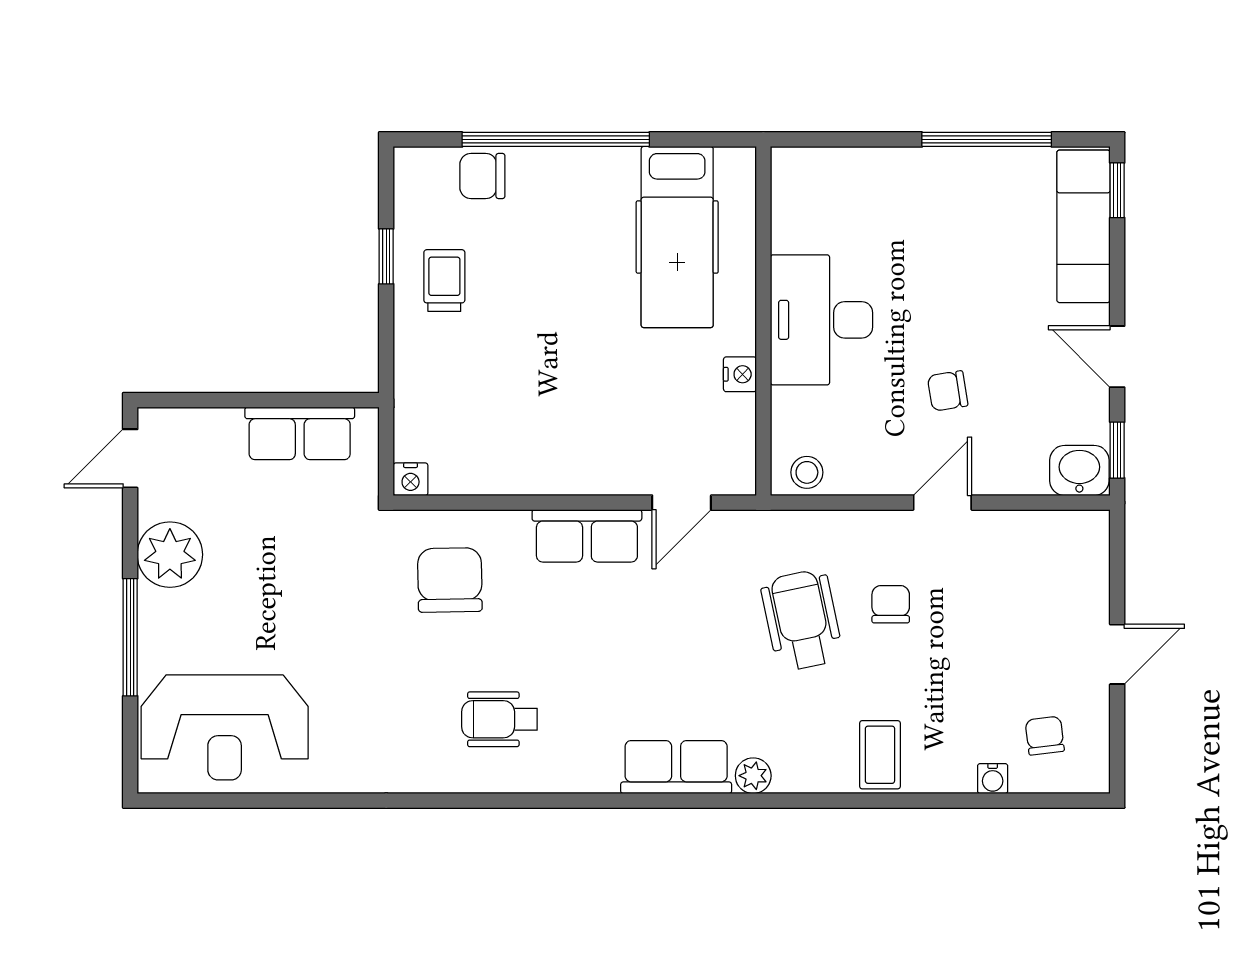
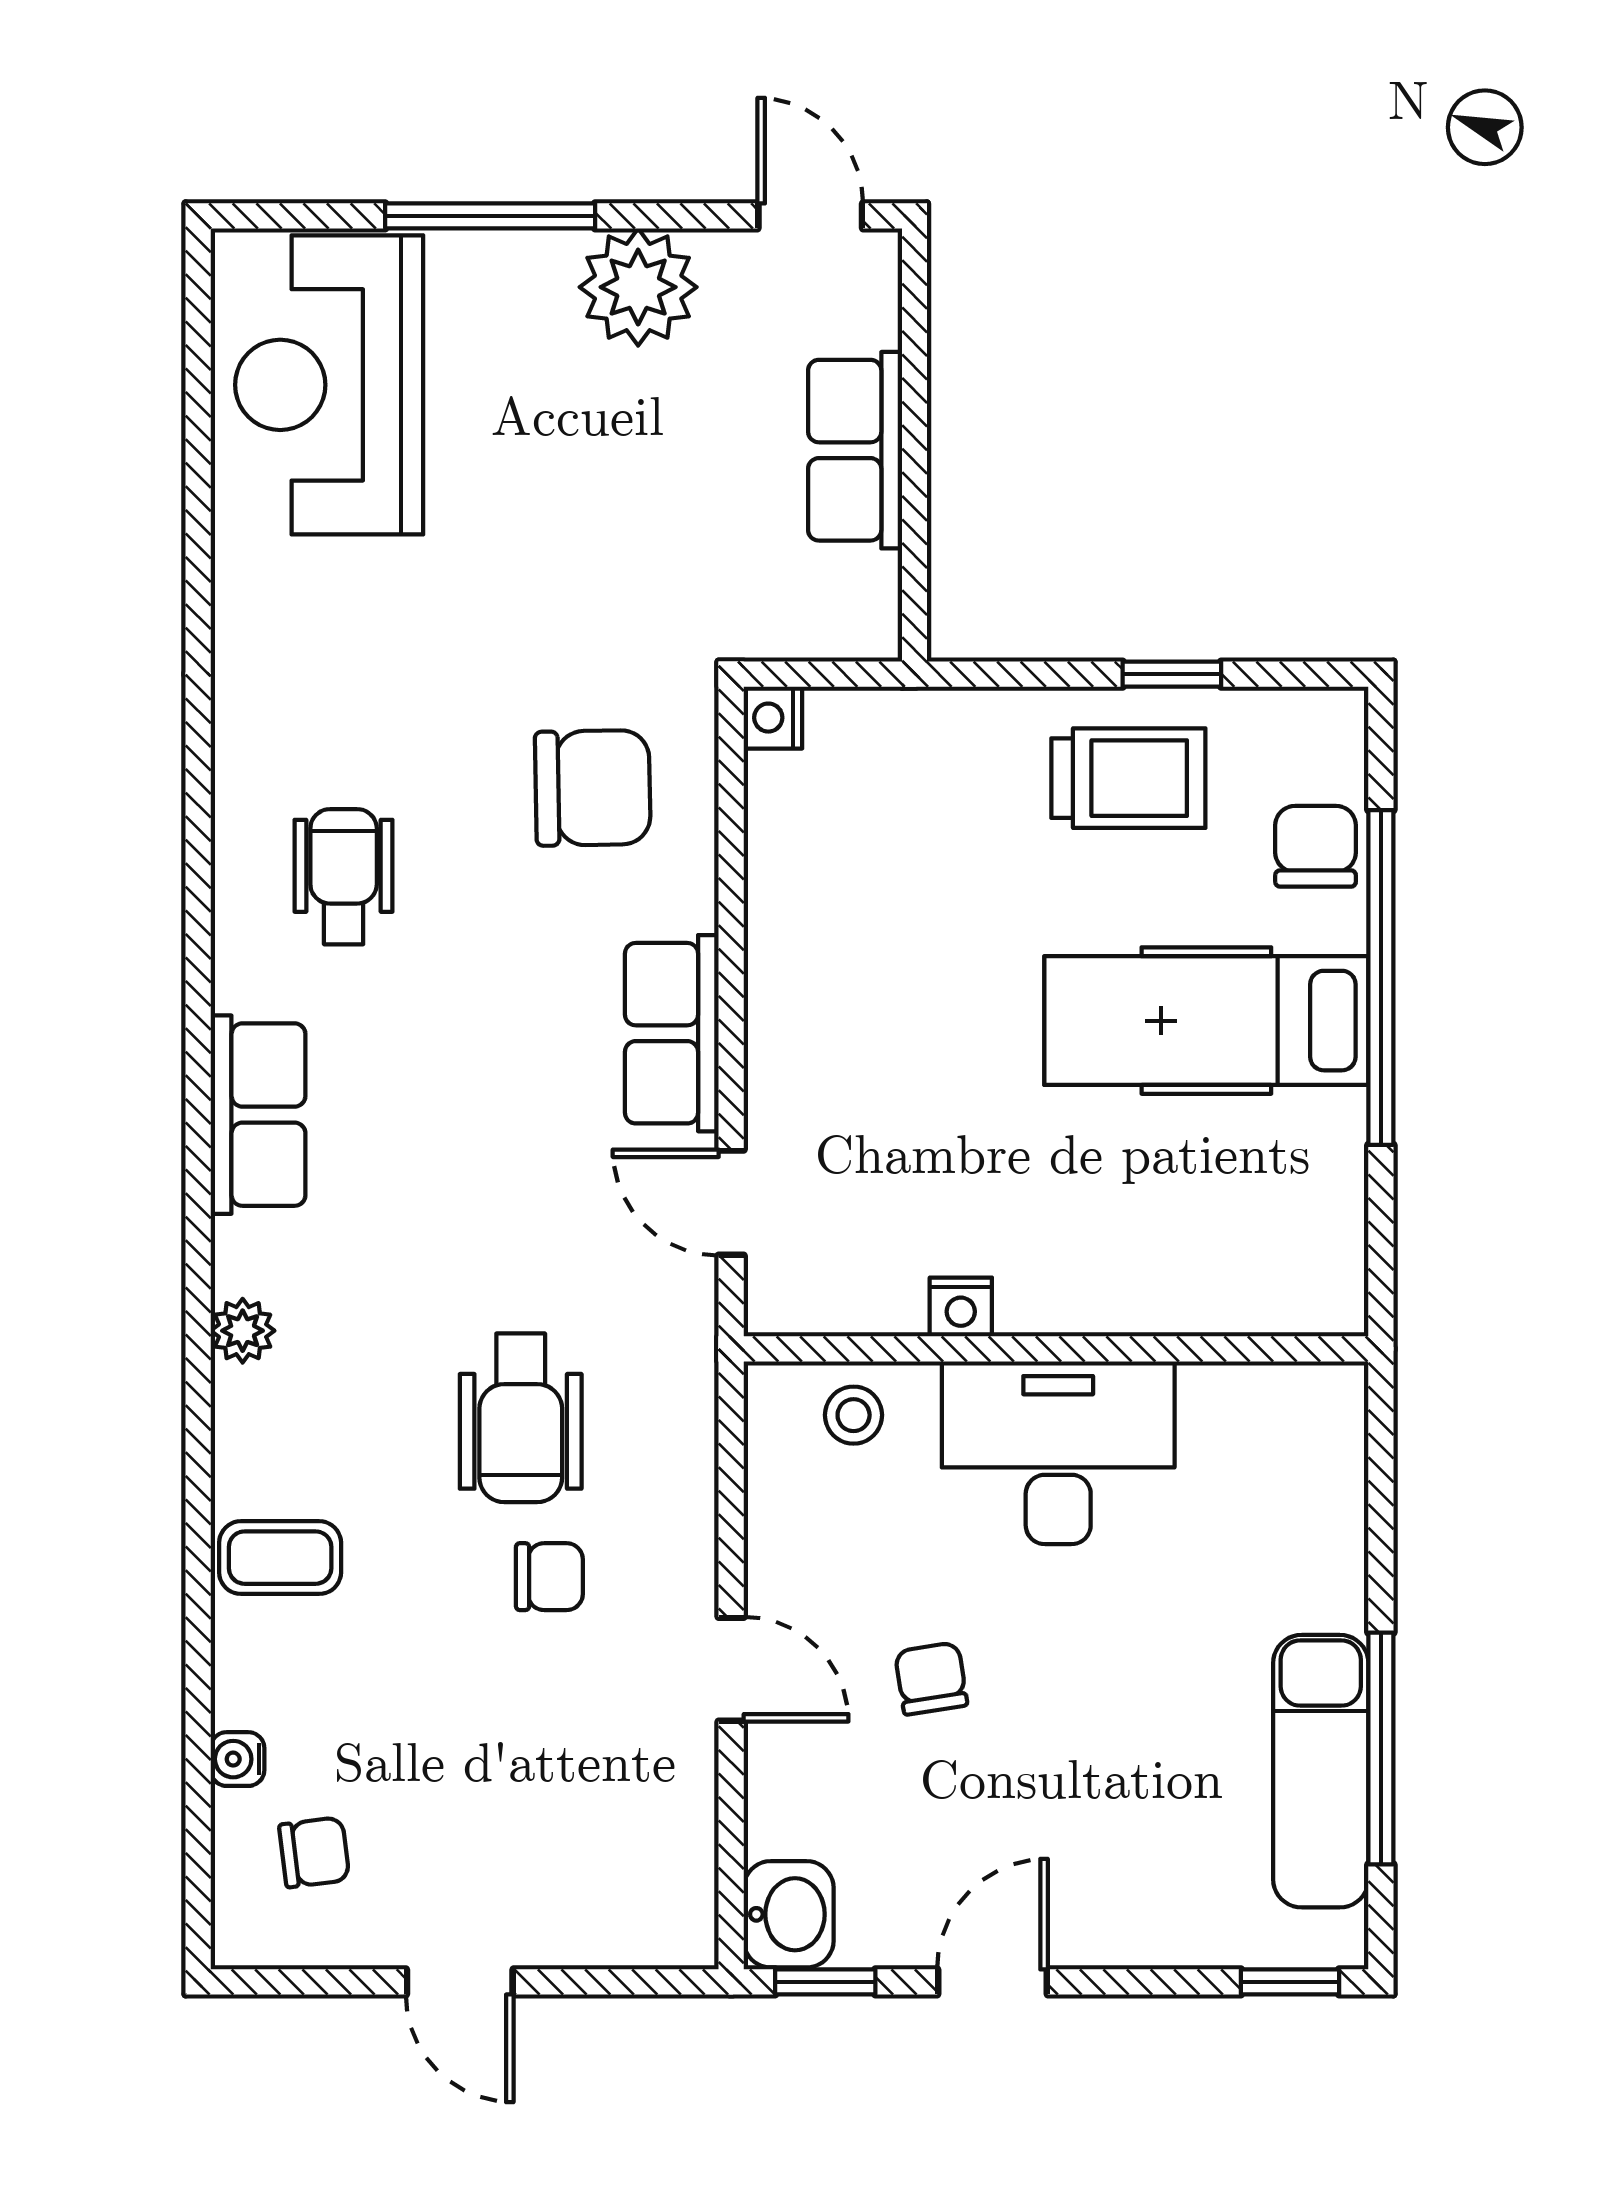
exam couch: (1084, 226) -> (1321, 1771), moved, turned -90
hospital bed: (677, 237) -> (1206, 1021), moved
trolley: (444, 281) -> (1128, 778), width x1.36, depth x1.39
row of seats: (300, 433) -> (855, 450), moved
stool: (807, 472) -> (854, 1415), moved
wheelchair: (802, 620) -> (521, 1418), turned 102
row of seats: (676, 767) -> (258, 1115), moved

